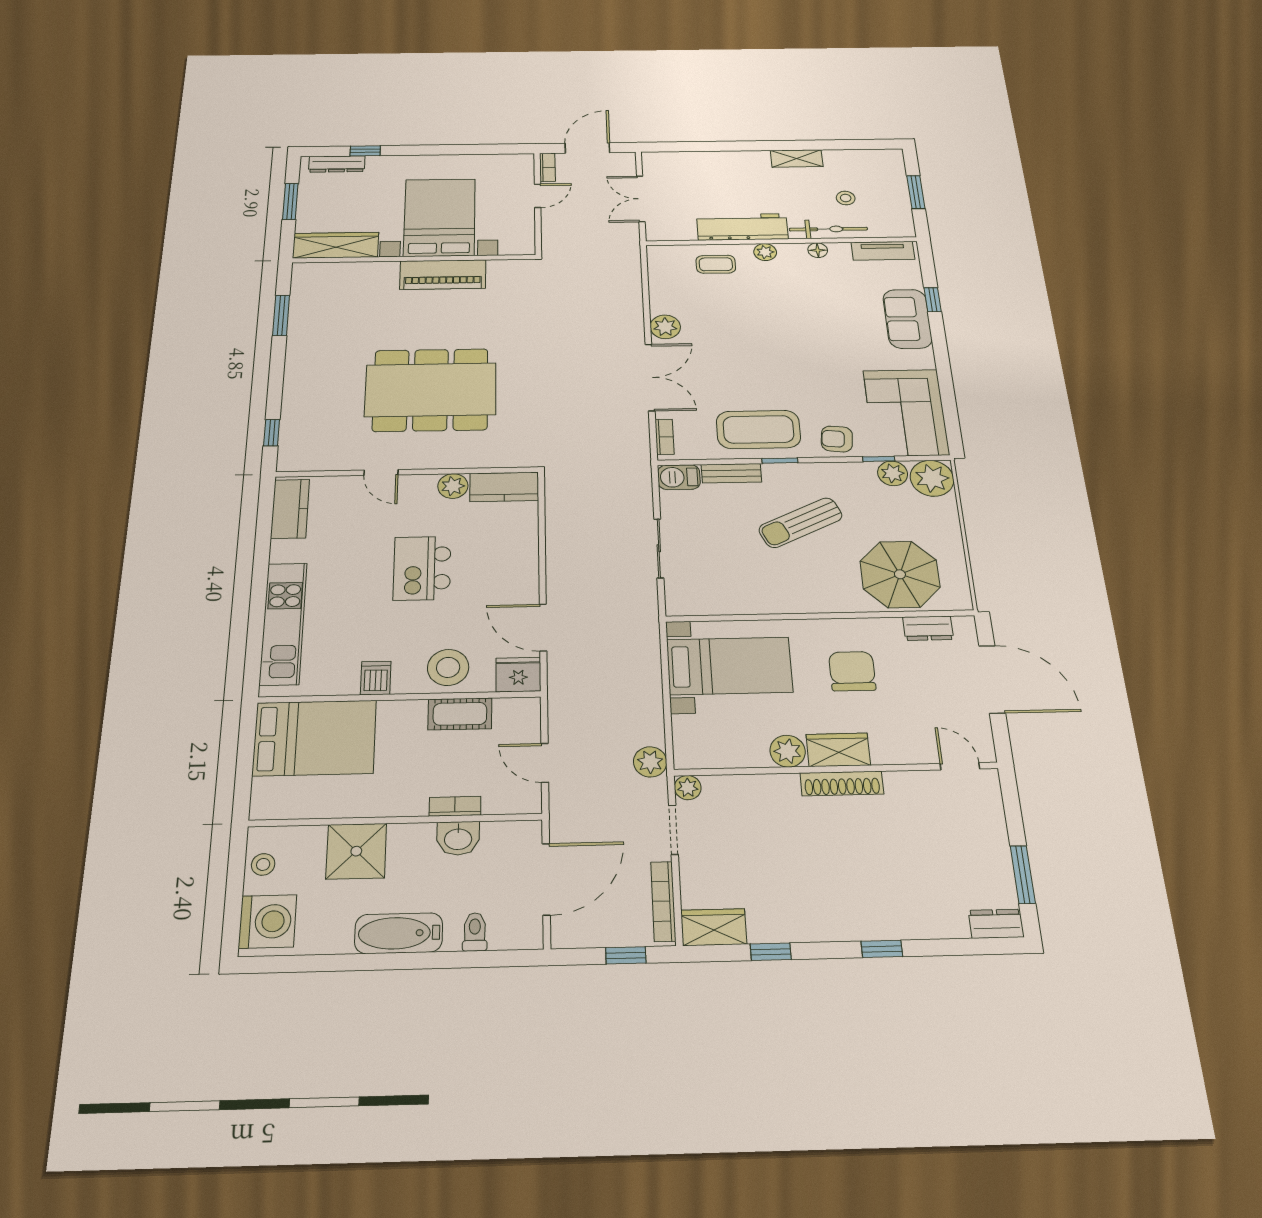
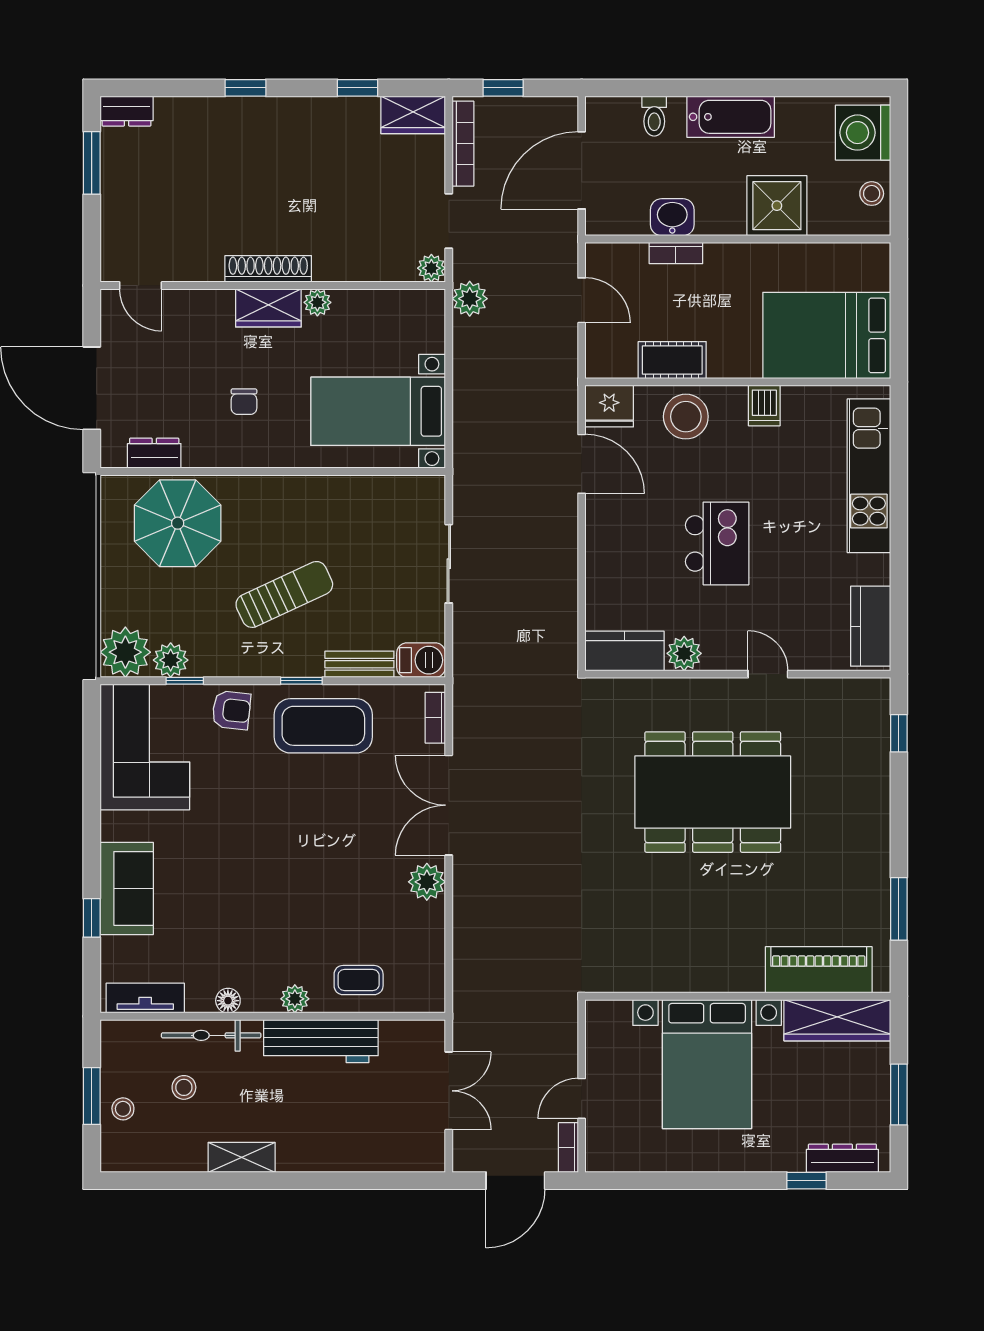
stool: (891, 185) -> (123, 1109), added
piano: (443, 275) -> (819, 970), moved
chair: (852, 671) -> (244, 402), width x0.54, depth x0.54
plant: (788, 751) -> (317, 302), width x0.73, depth x0.73

